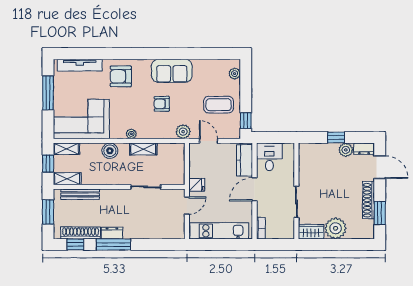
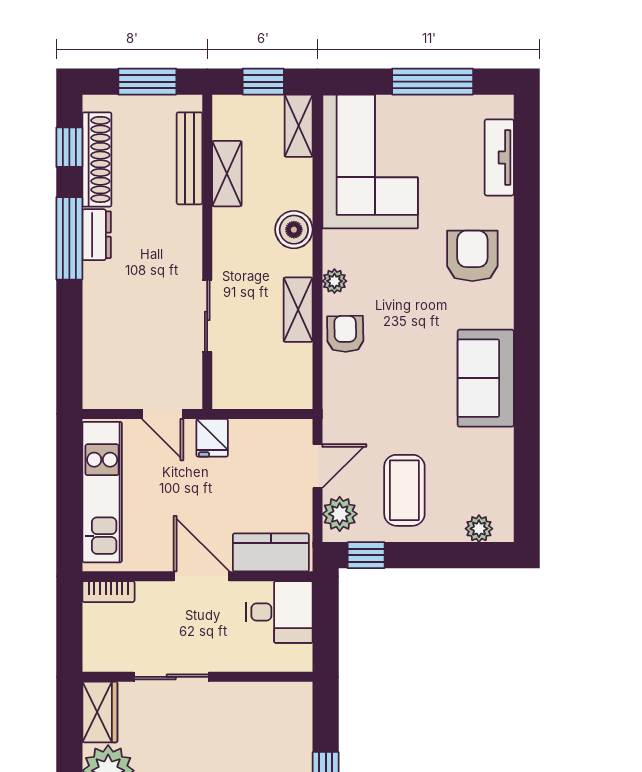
tv unit: (80, 65) -> (499, 157), width x0.71
armchair: (162, 104) -> (345, 334), moved
plant: (183, 132) -> (340, 514), moved
shelving: (67, 179) -> (227, 174), moved

